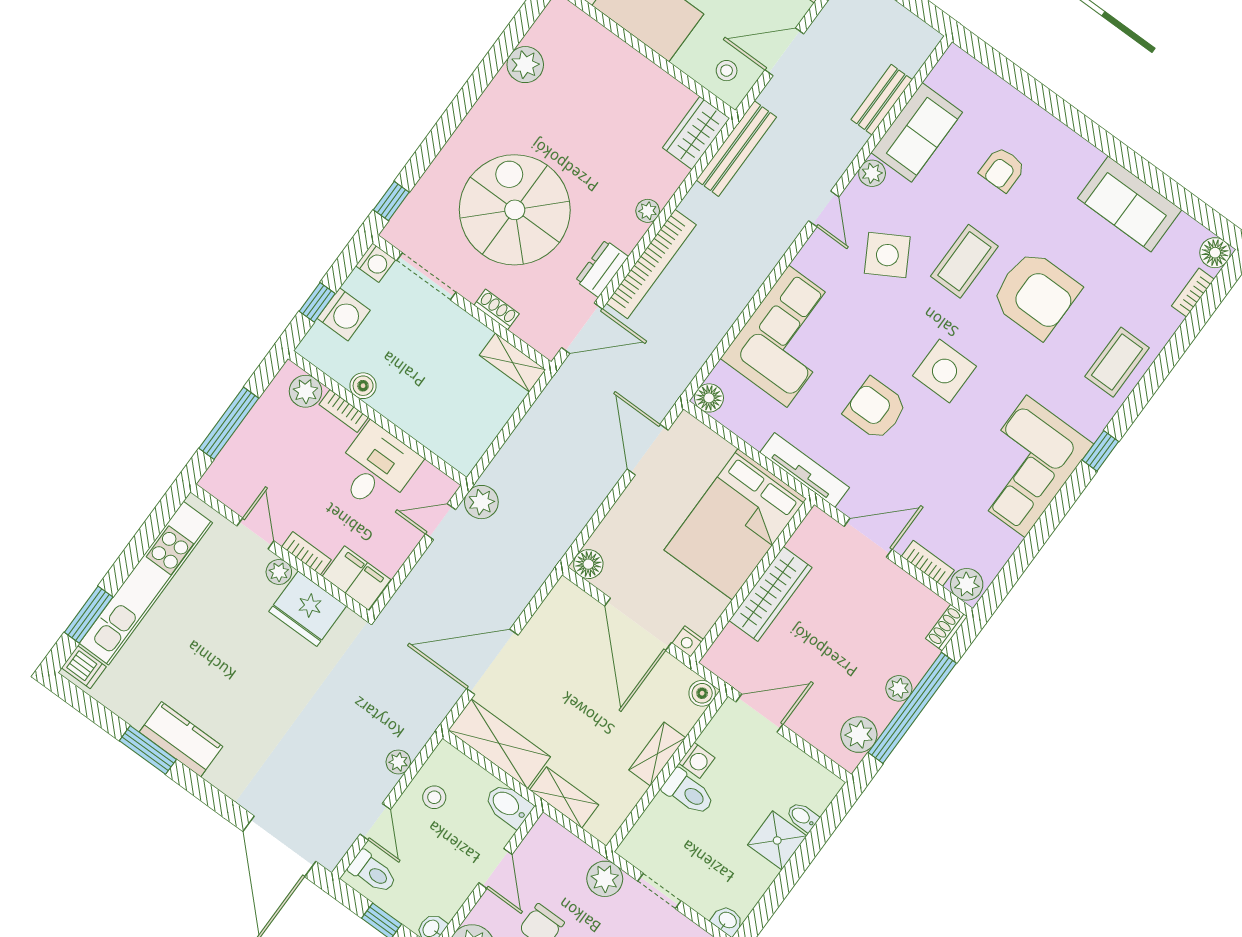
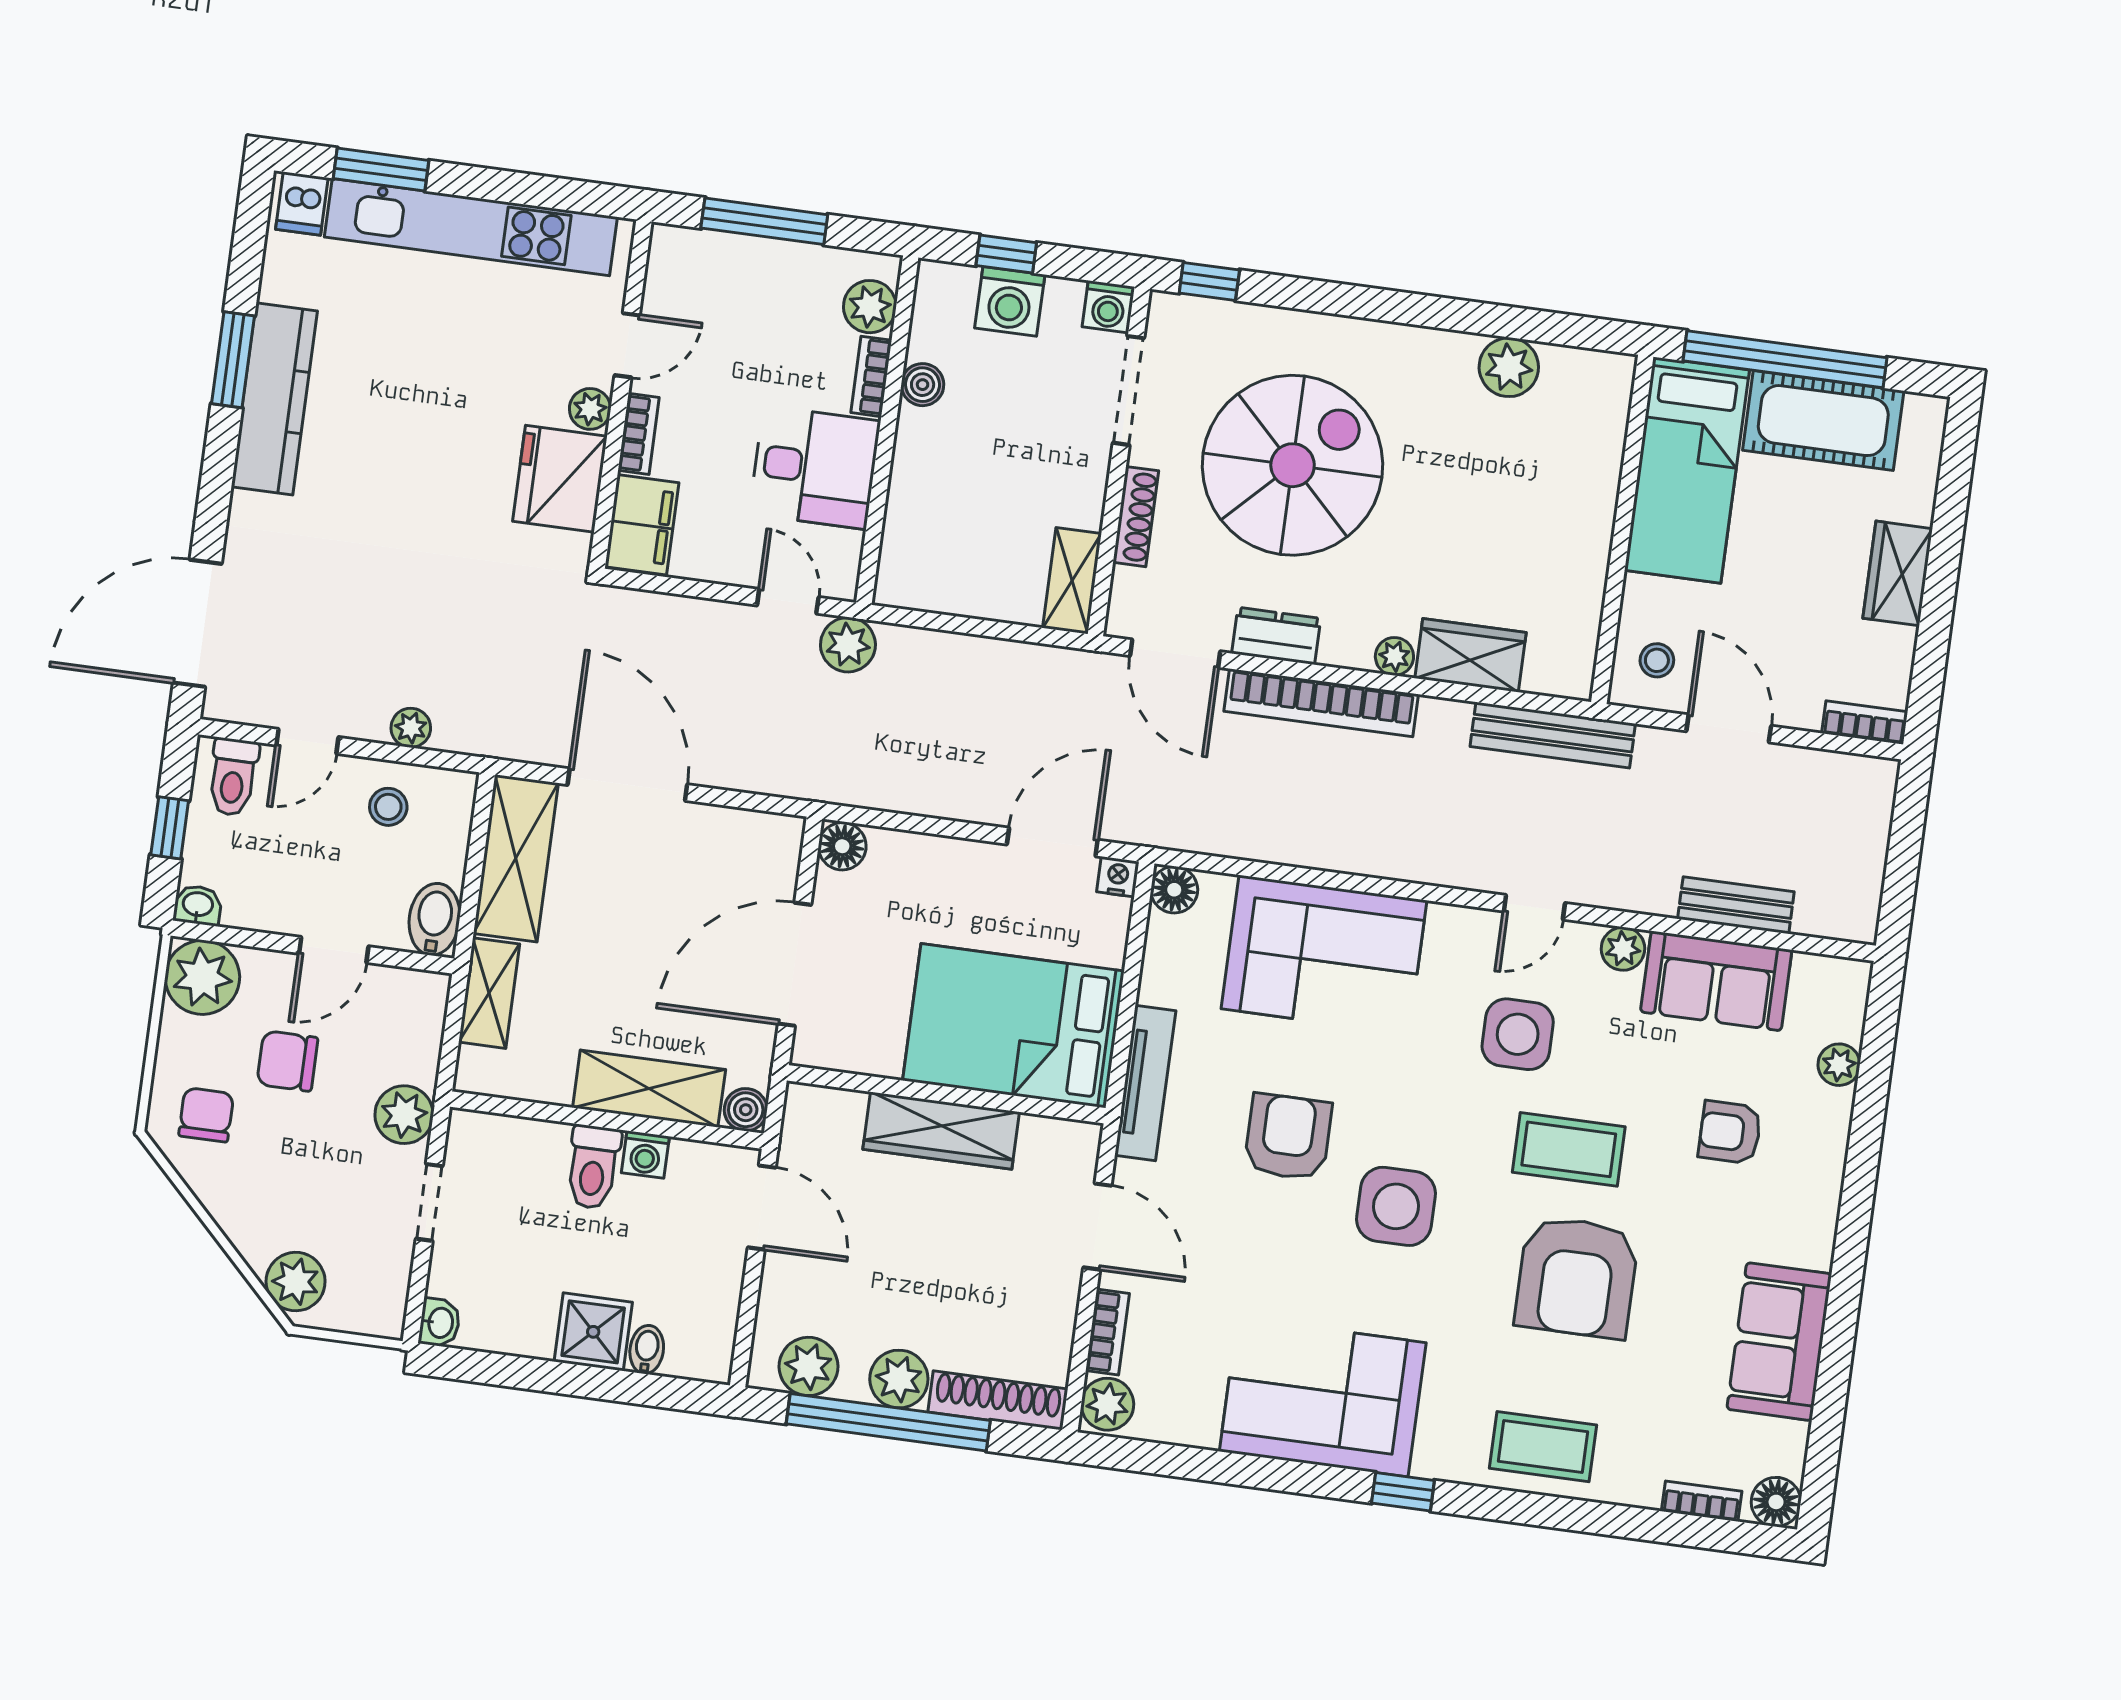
plant: (998, 91) -> (1839, 1065), added
wardrobe: (696, 133) -> (1470, 655), moved
side table: (887, 255) -> (1518, 1034), turned 30
shoe rack: (497, 309) -> (1136, 517), width x1.43
shoe rack: (947, 628) -> (998, 1400), width x1.94, depth x1.24
nightstand: (688, 641) -> (1118, 877), moved, turned 90
plant: (899, 688) -> (899, 1379), width x1.38, depth x1.38
kitchen counter: (181, 739) -> (274, 399), width x1.50
shelving: (657, 754) -> (649, 1089), width x1.50, depth x1.33

